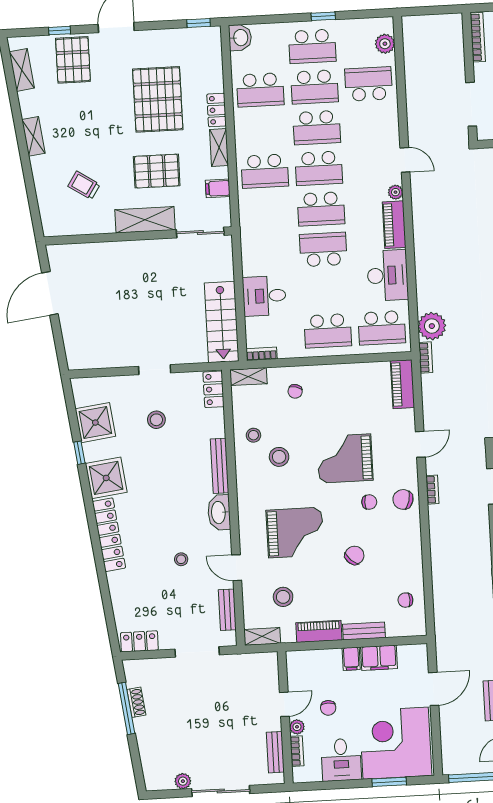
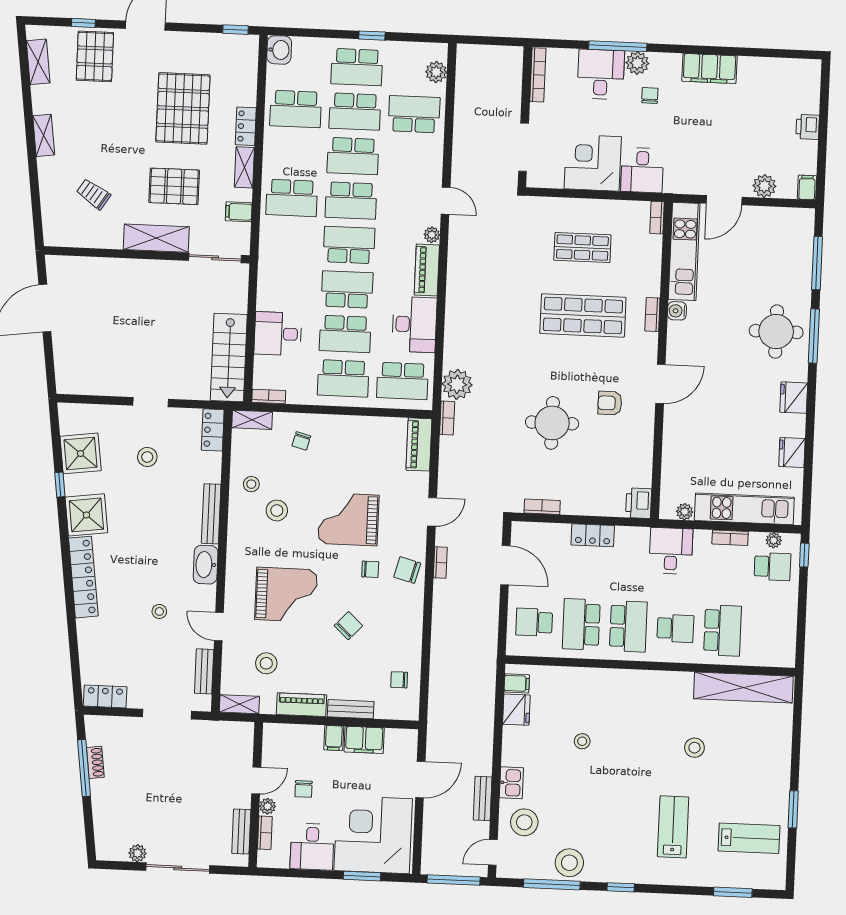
school desk: (321, 209) -> (349, 245), turned 180
school desk: (325, 290) -> (345, 334), added

